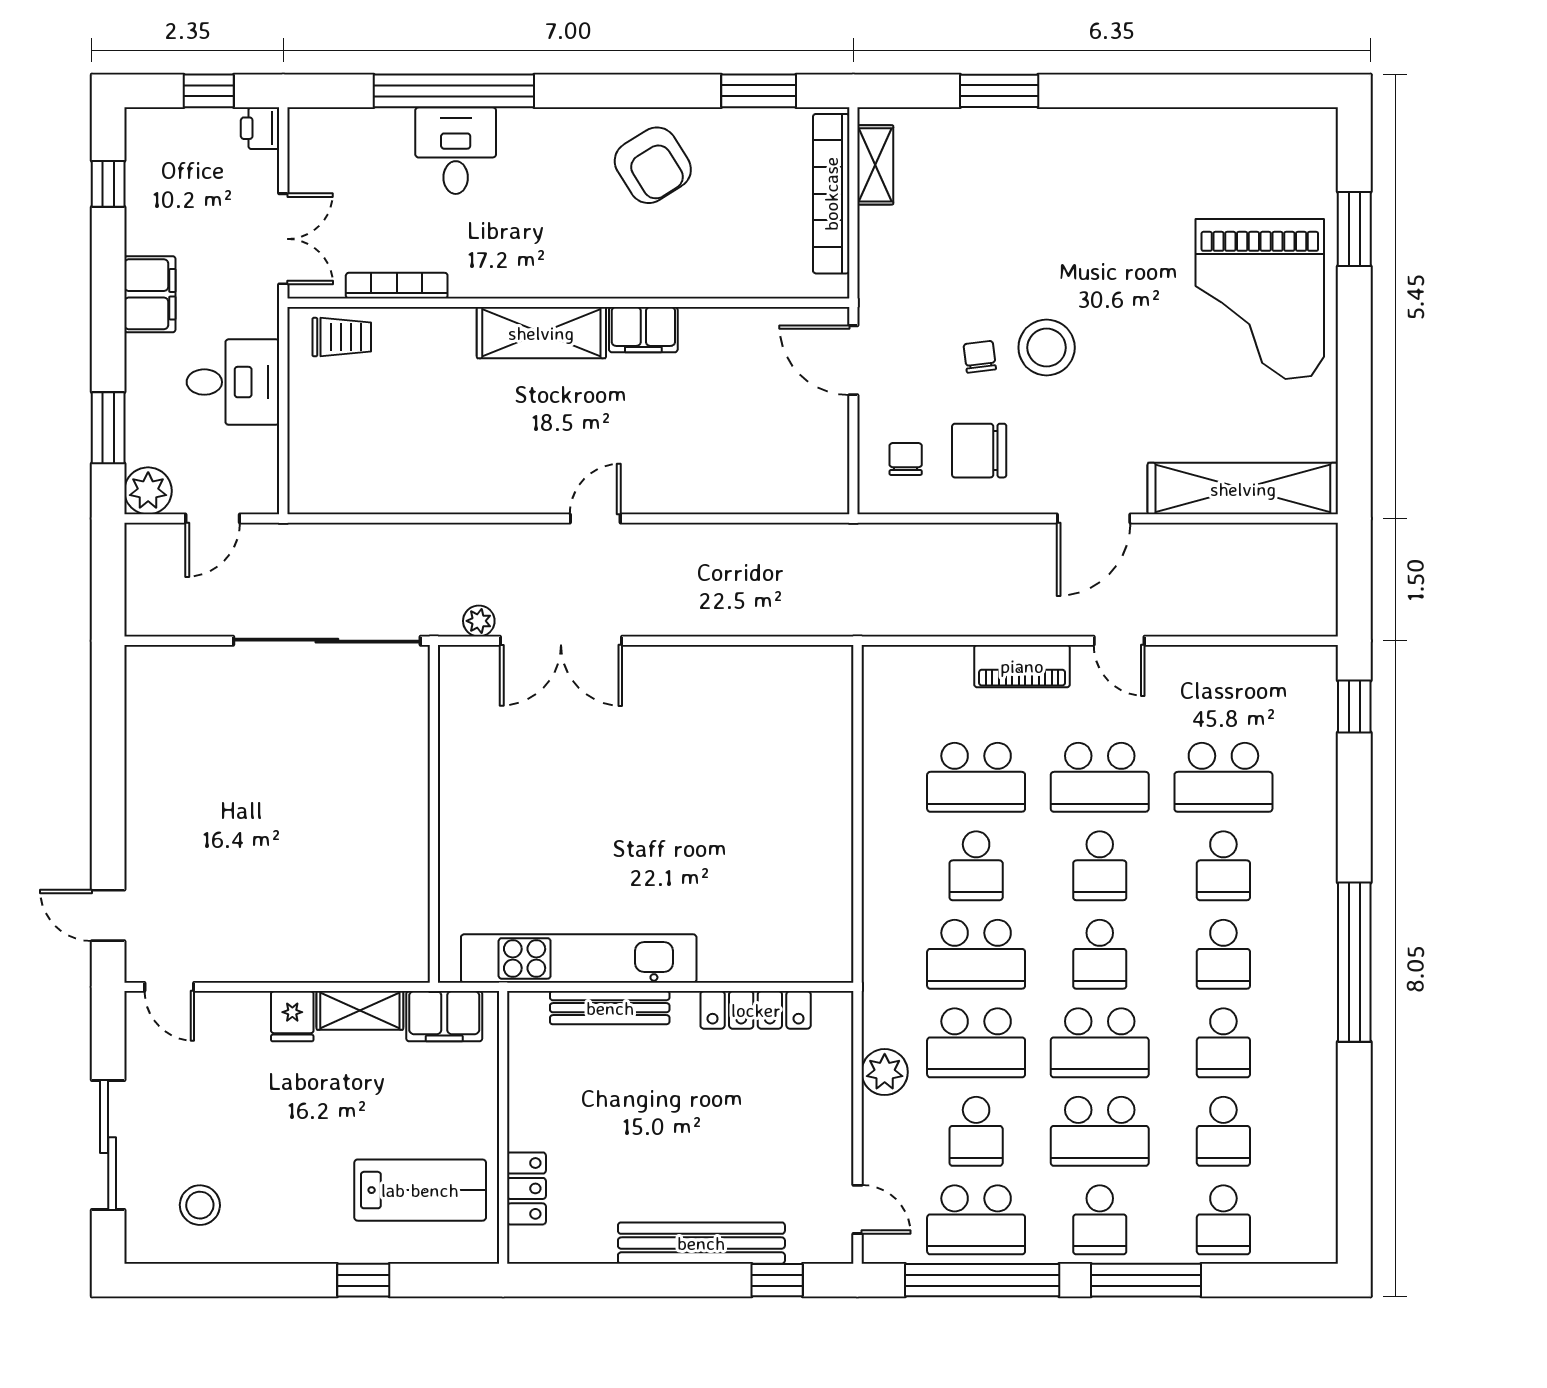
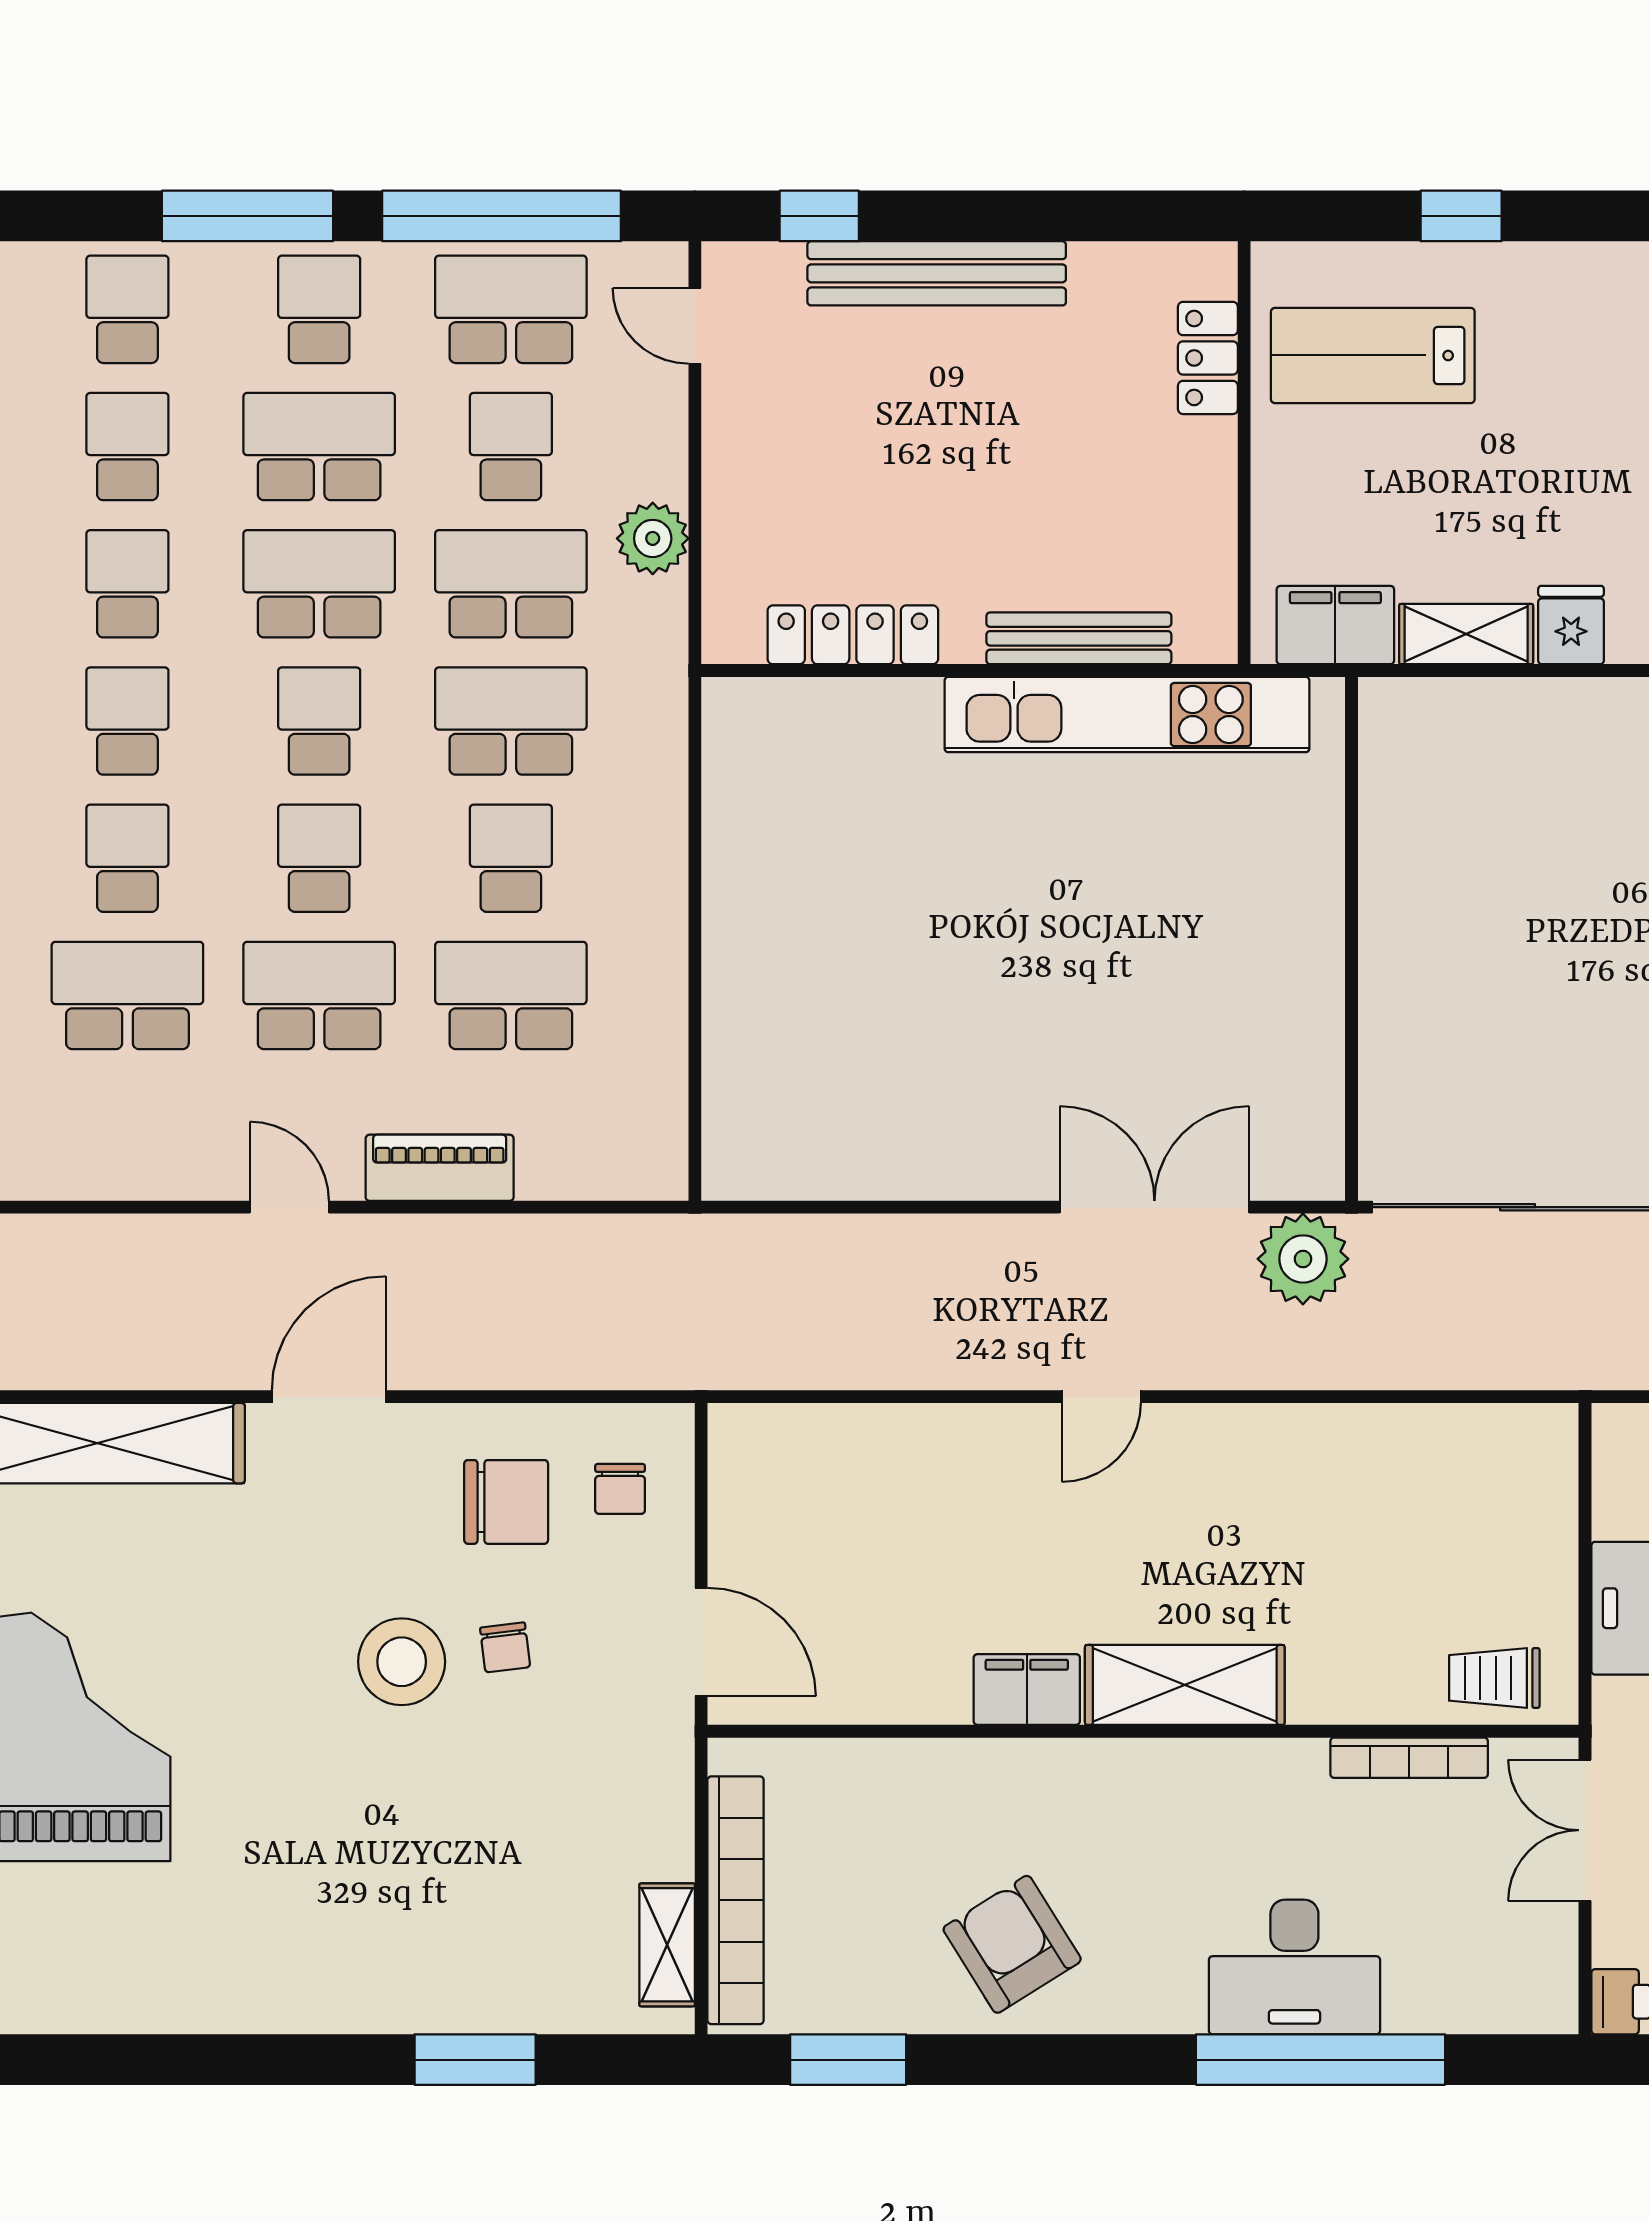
desk: (456, 151) -> (1294, 1967), width x1.37
plant: (479, 621) -> (1303, 1259), width x1.88, depth x1.88

